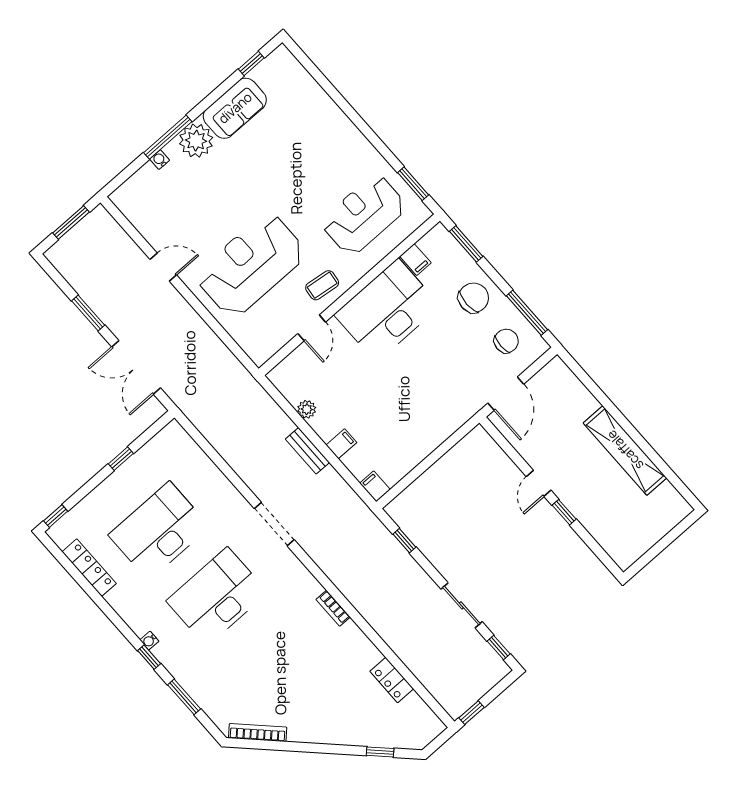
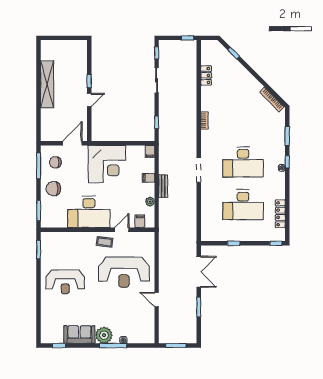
reception desk: (364, 215) -> (65, 282), moved
filing cabinet: (415, 260) -> (140, 221), moved
corner desk: (424, 409) -> (107, 164), added

